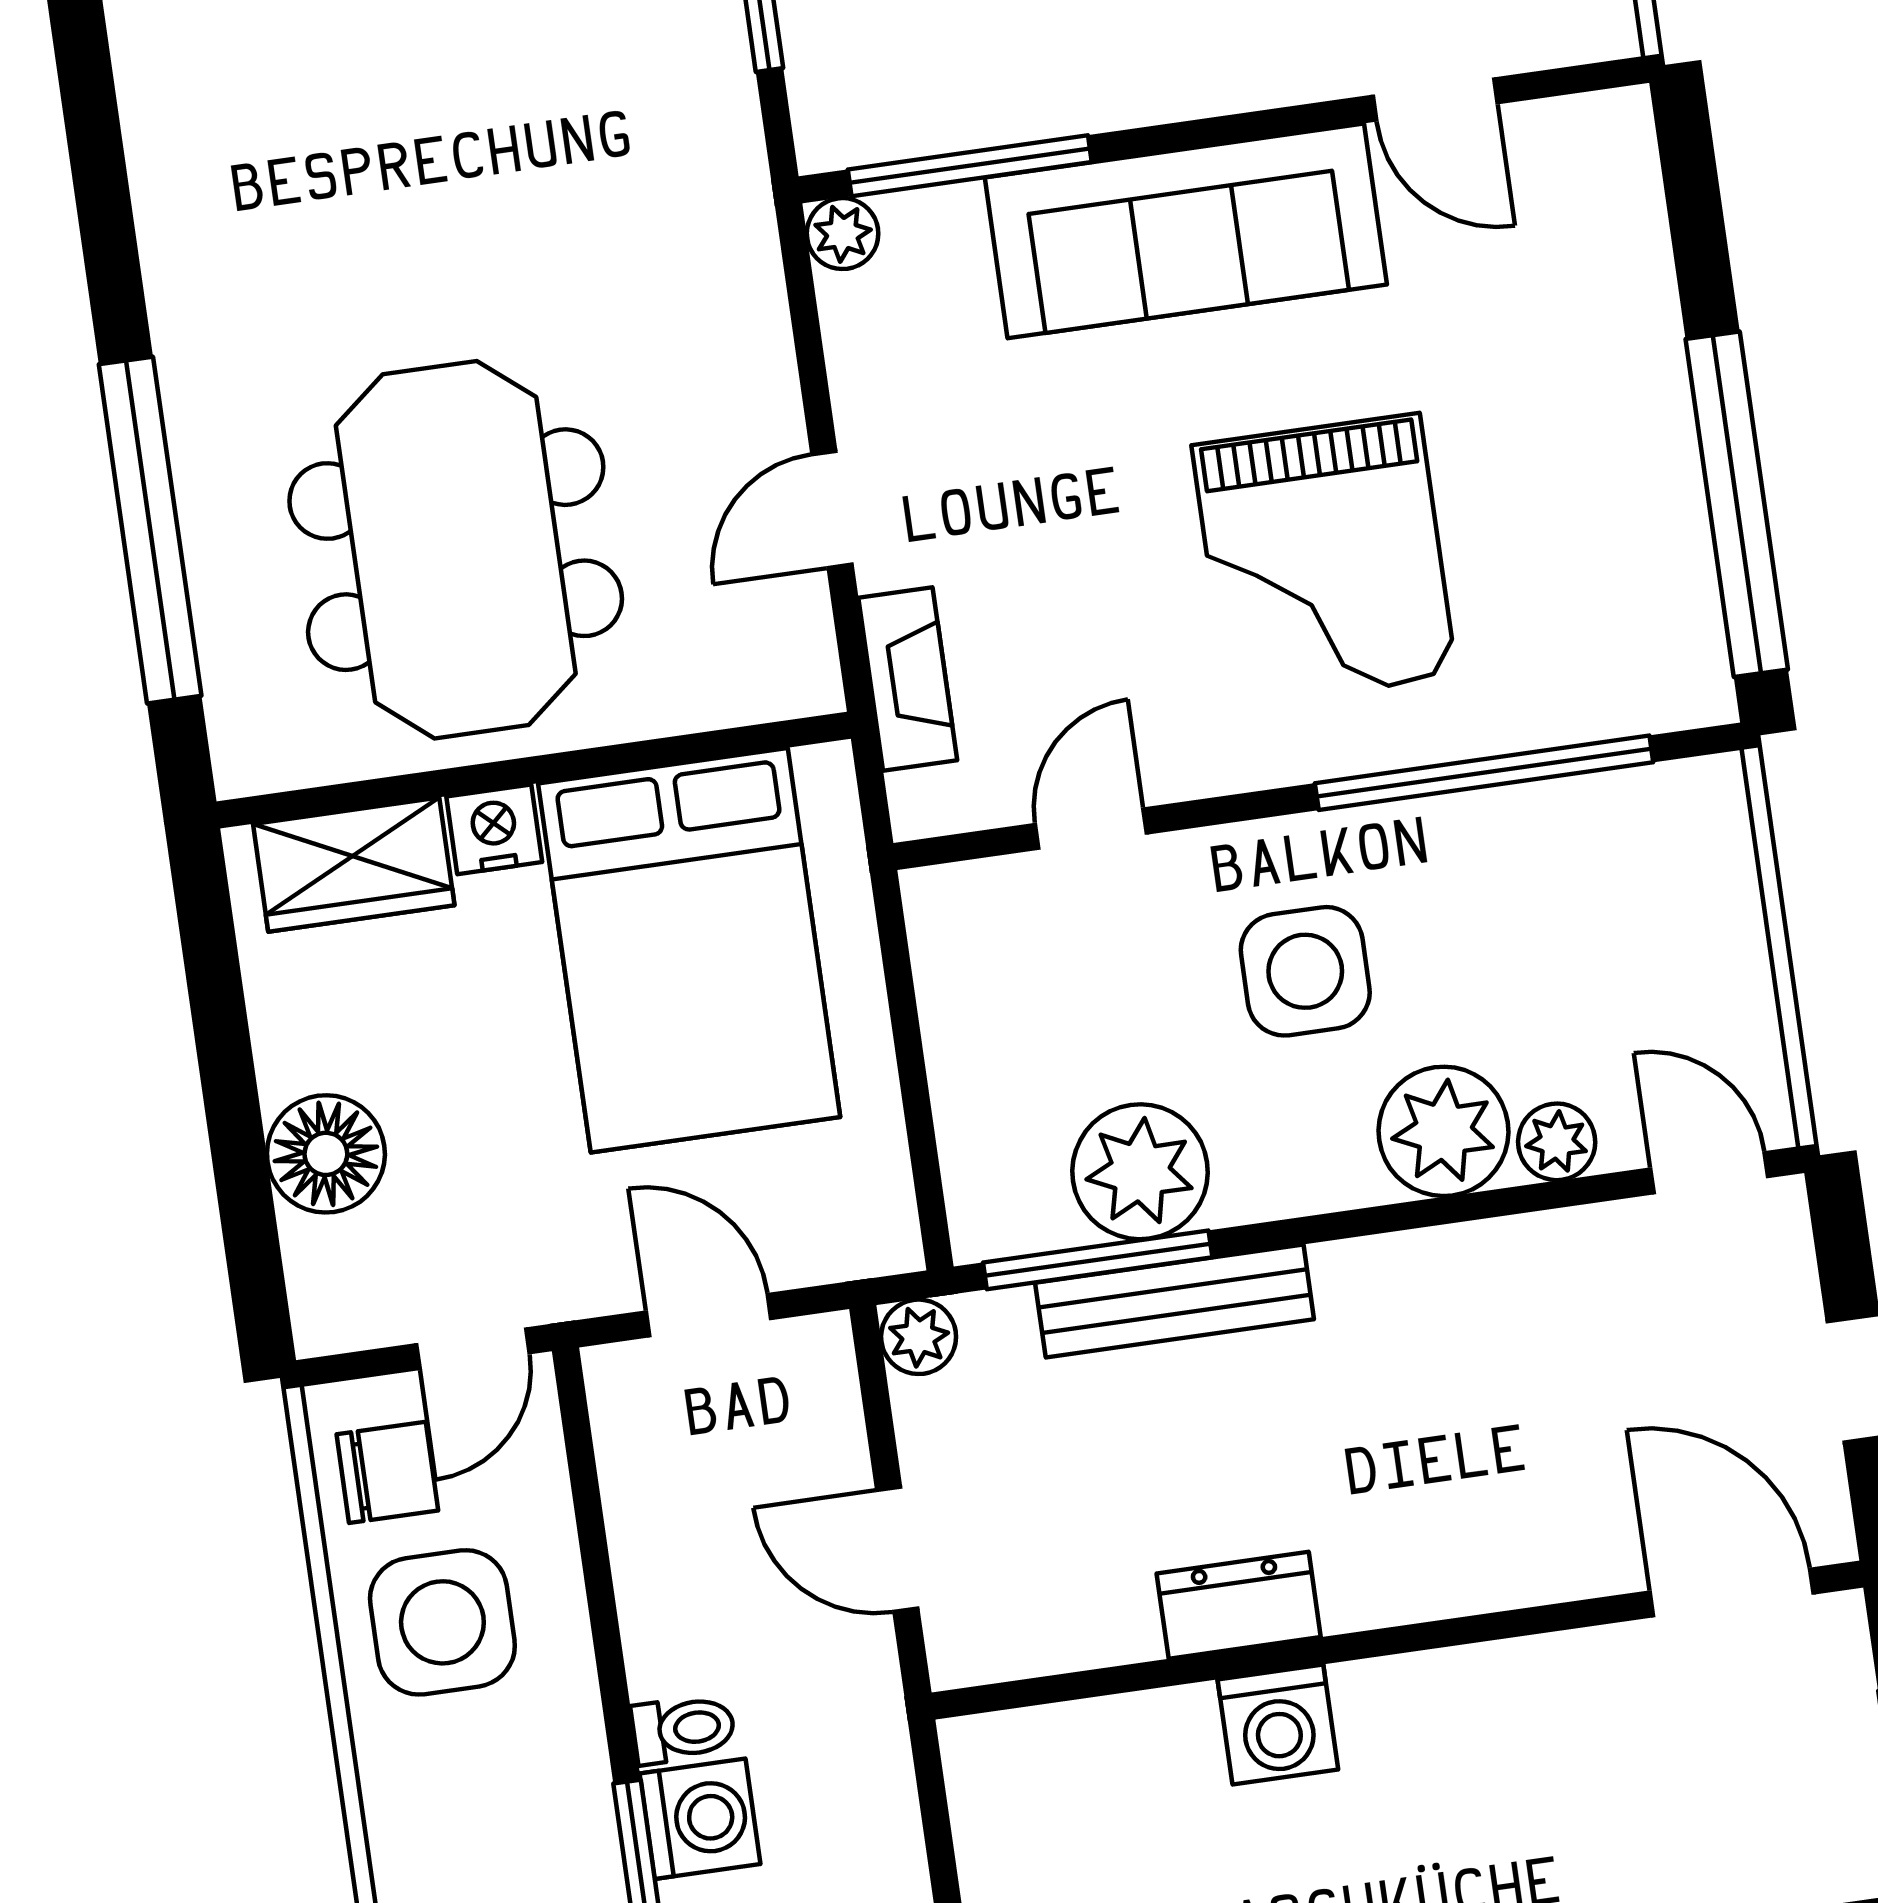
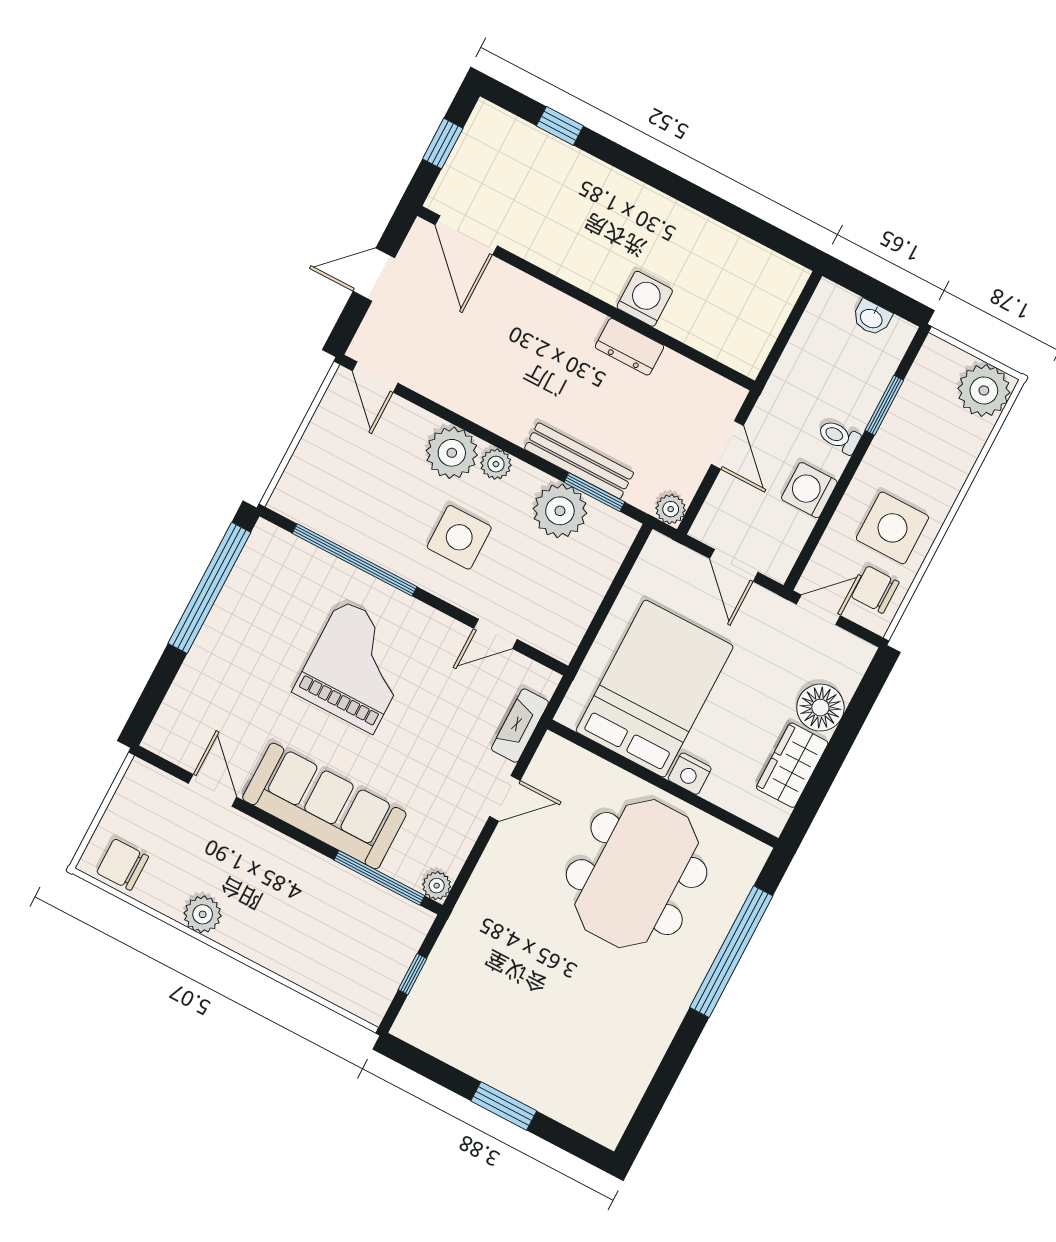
wardrobe: (354, 865) -> (792, 765), moved, turned -90
plant: (1557, 1142) -> (496, 464), moved
window: (1098, 1260) -> (594, 492), width x0.69
washing machine: (700, 1819) -> (809, 490), moved

